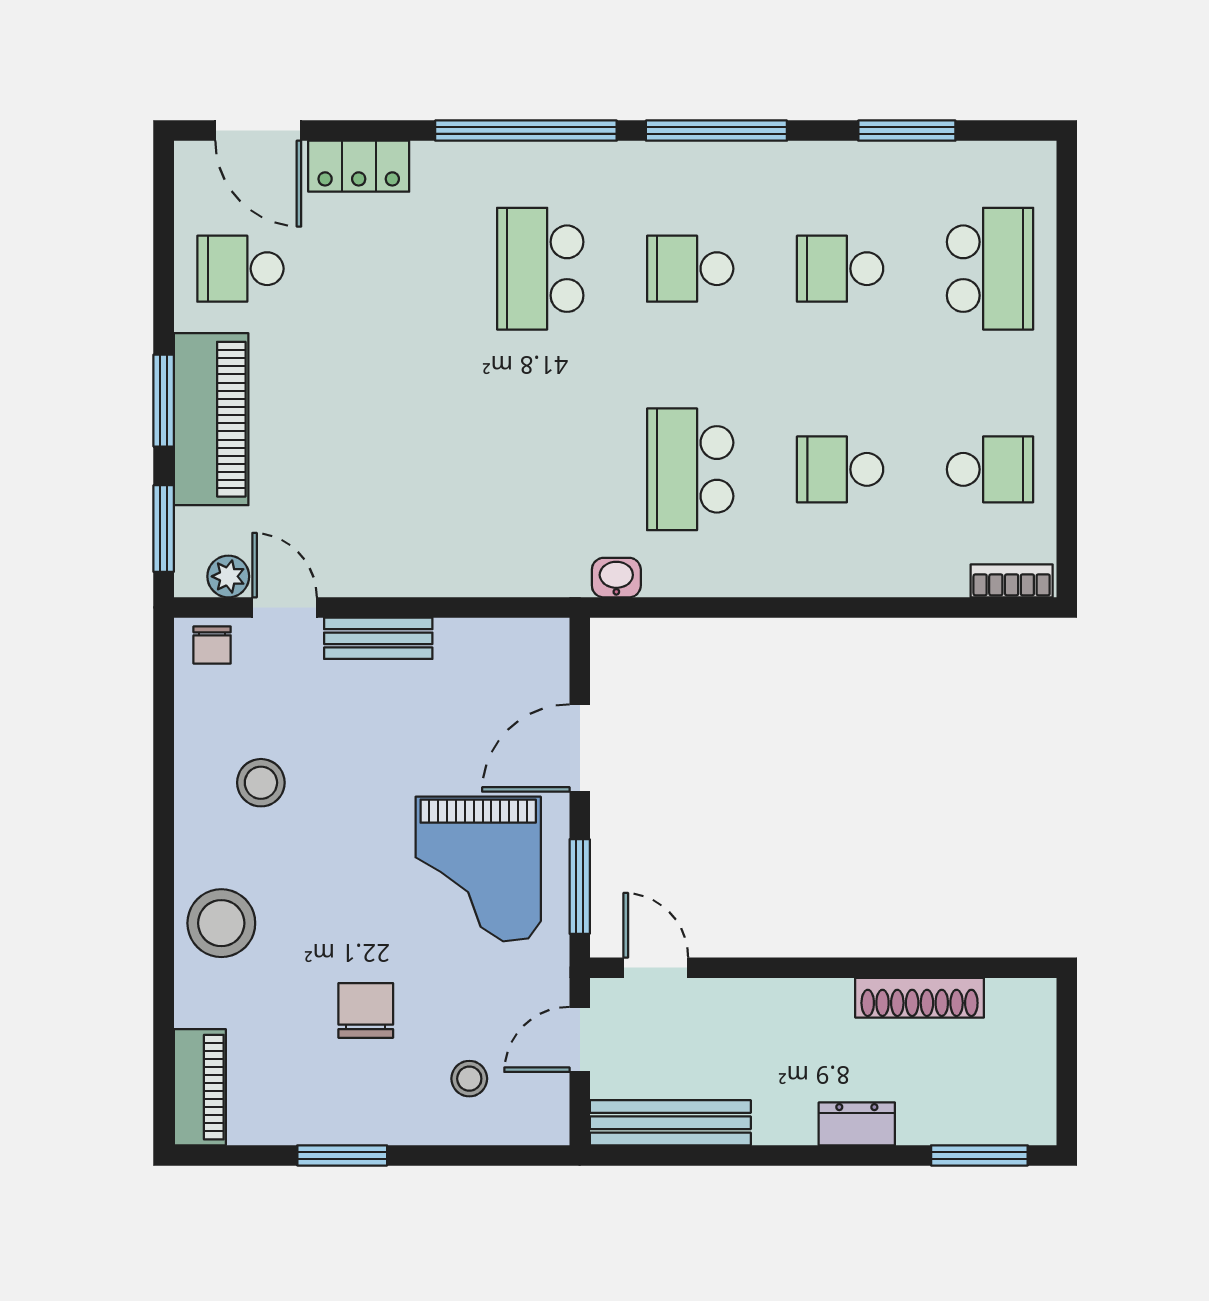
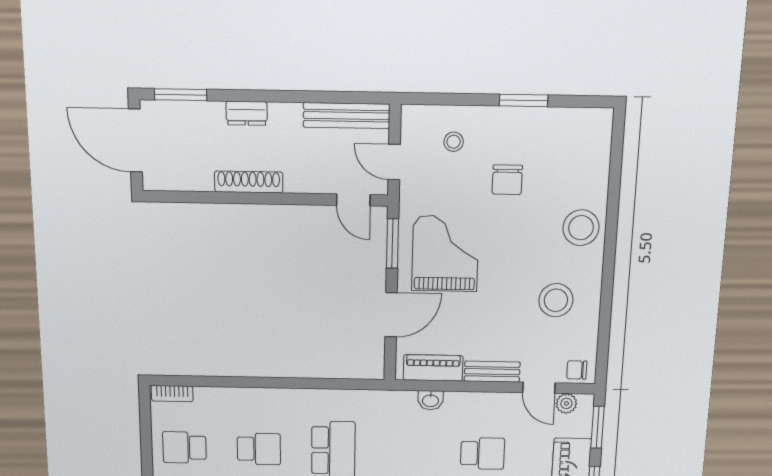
school desk: (390, 469) -> (482, 453), added
washbasin: (616, 578) -> (430, 400), moved
chair: (212, 645) -> (577, 370), turned -90
stool: (261, 783) -> (556, 300), width x1.38, depth x1.38
shoe rack: (920, 998) -> (249, 182), moved
door: (580, 1039) -> (394, 162), swing flipped
door: (1067, 1070) -> (135, 141), added
piano: (200, 1087) -> (433, 368), moved, turned 90

